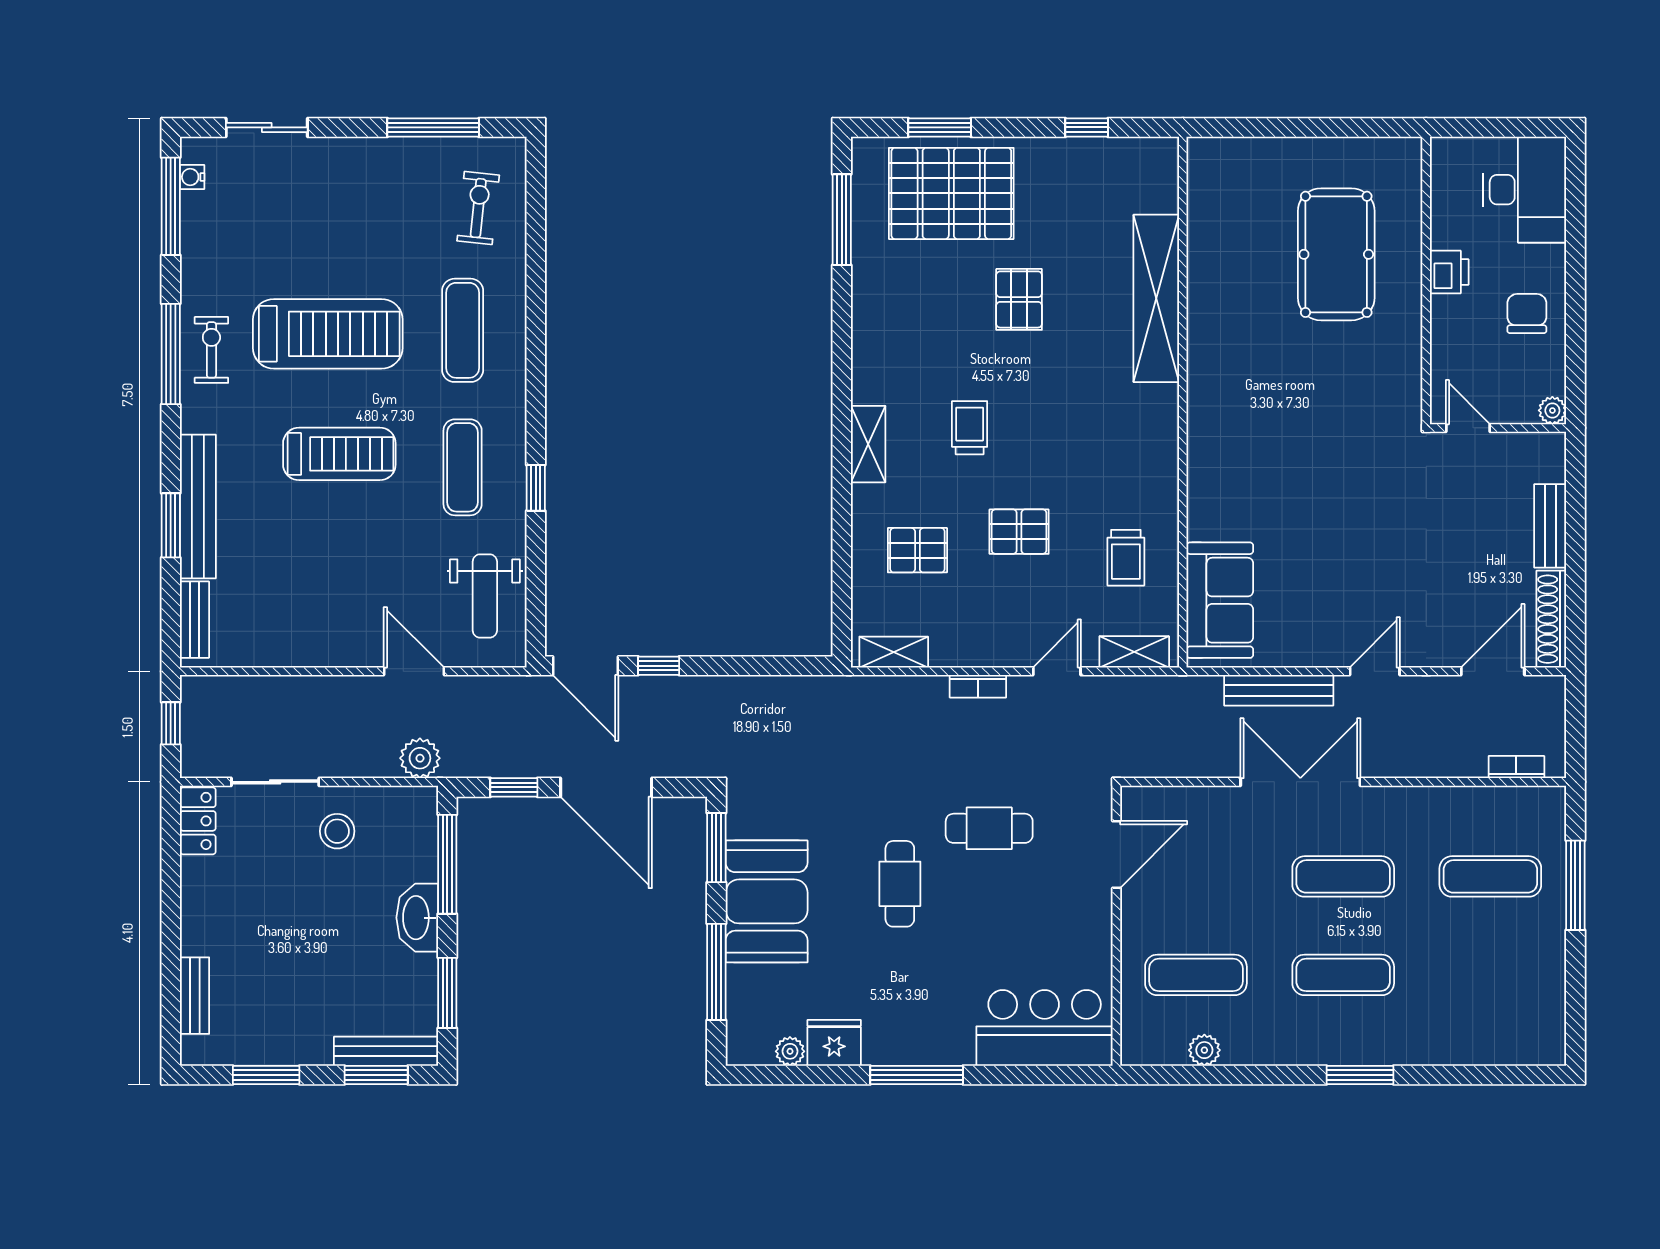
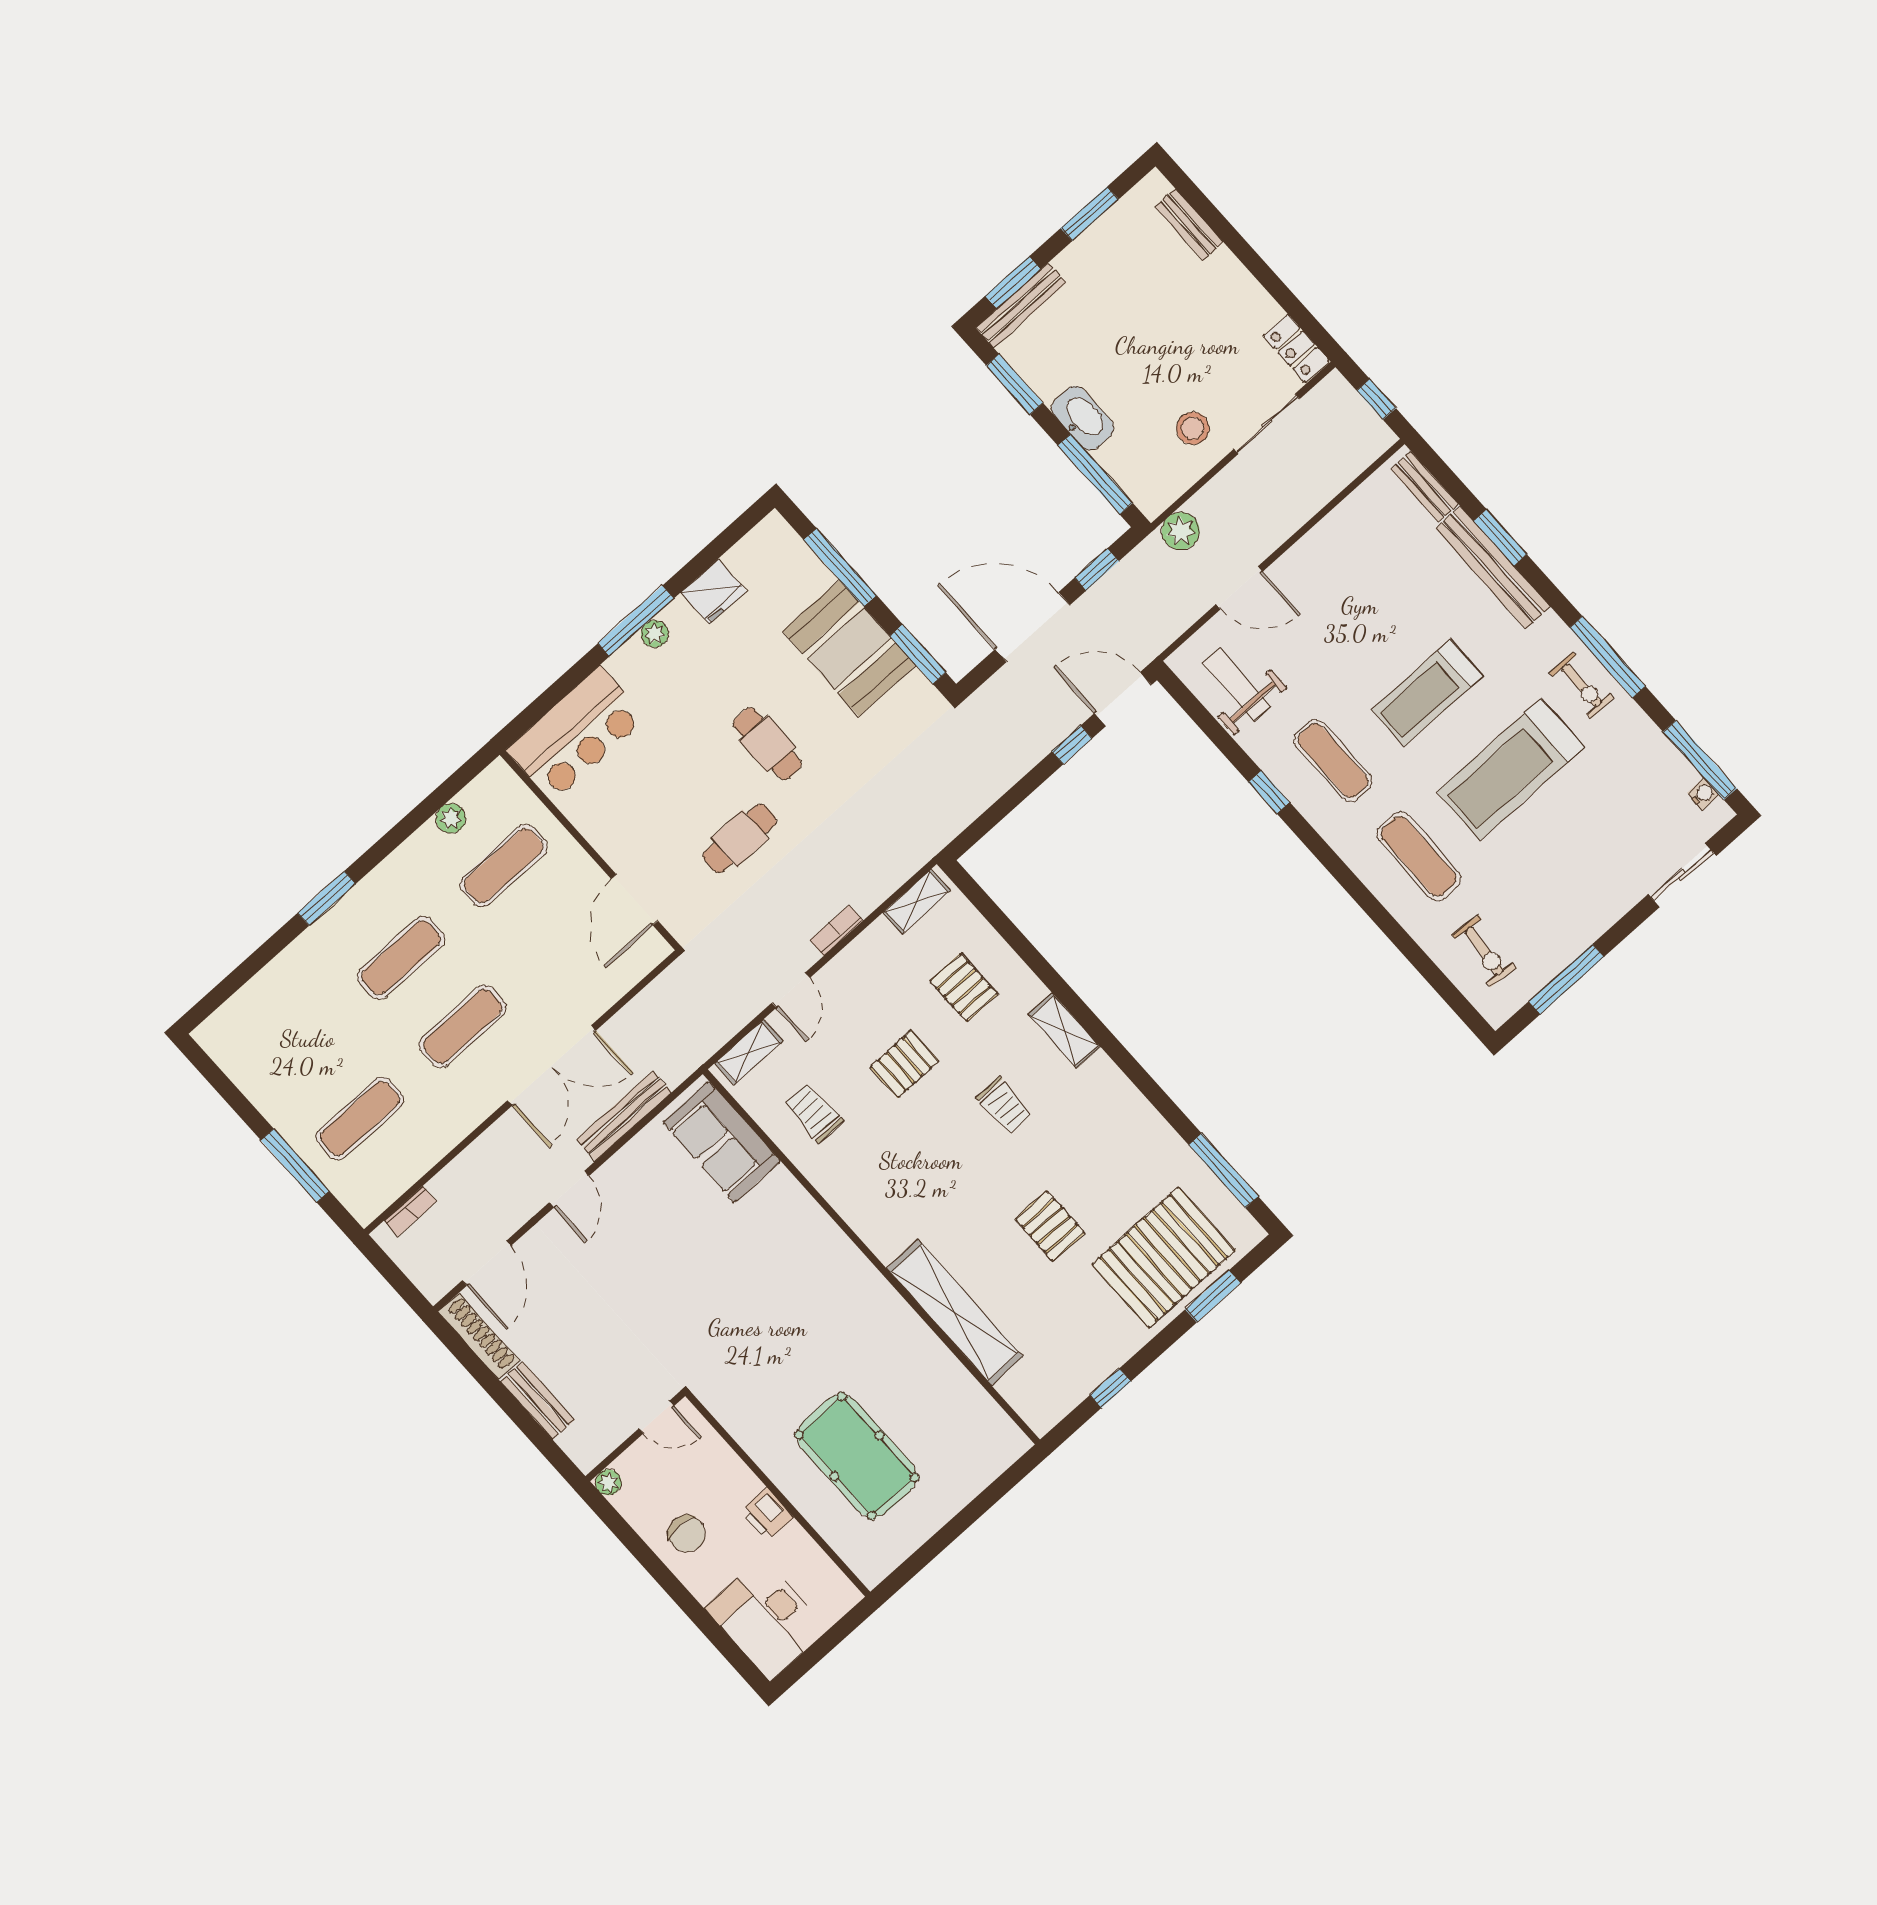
pallet: (917, 550) -> (964, 987), turned 90
plant: (790, 1051) -> (655, 634), moved

